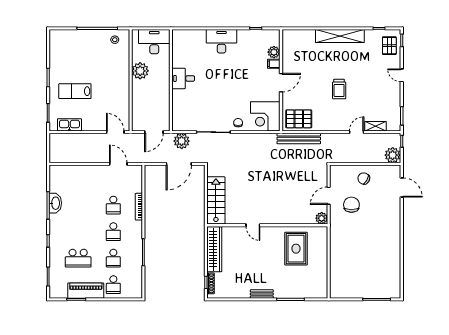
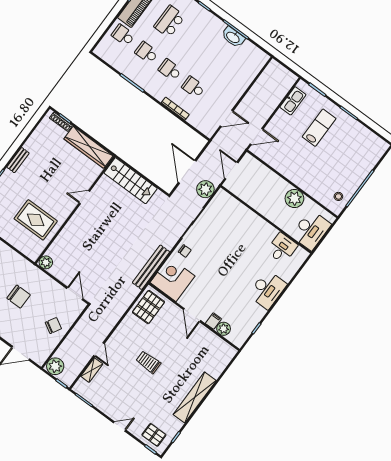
desk: (183, 78) -> (282, 248), moved
bench: (299, 139) -> (151, 267), moved
door: (329, 196) -> (75, 294), moved
chair: (351, 205) -> (19, 297), moved

